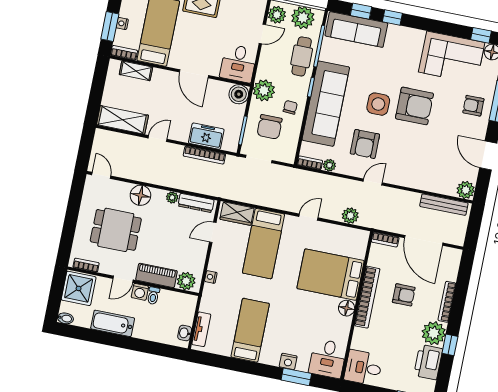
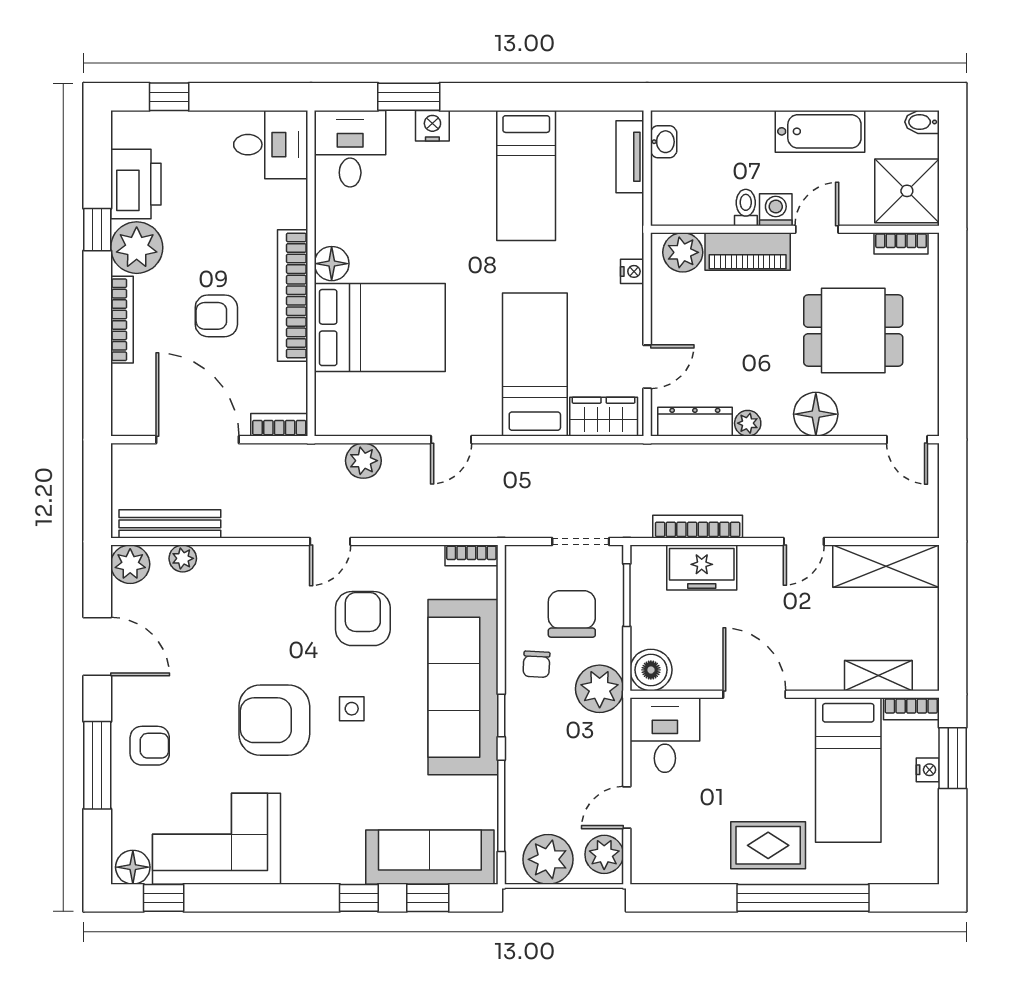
cafe table: (302, 56) -> (534, 777), removed
side table: (378, 104) -> (352, 709), width x0.54, depth x0.54
plant: (329, 165) -> (183, 558), moved

